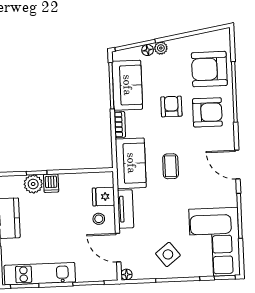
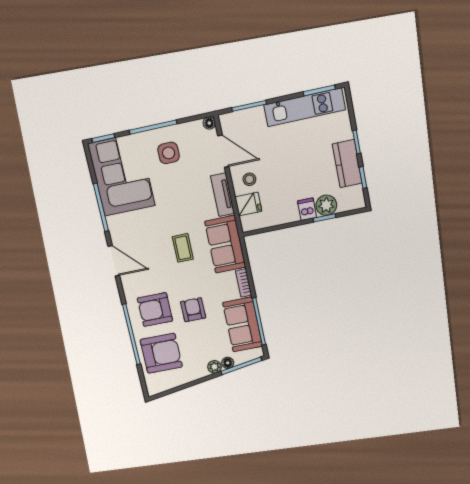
armchair: (171, 106) -> (193, 310), turned 180
side table: (168, 254) -> (169, 153), turned 38

